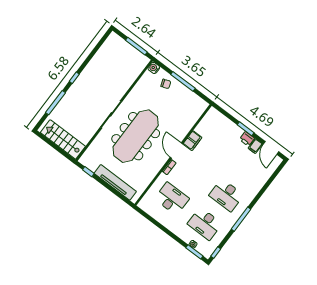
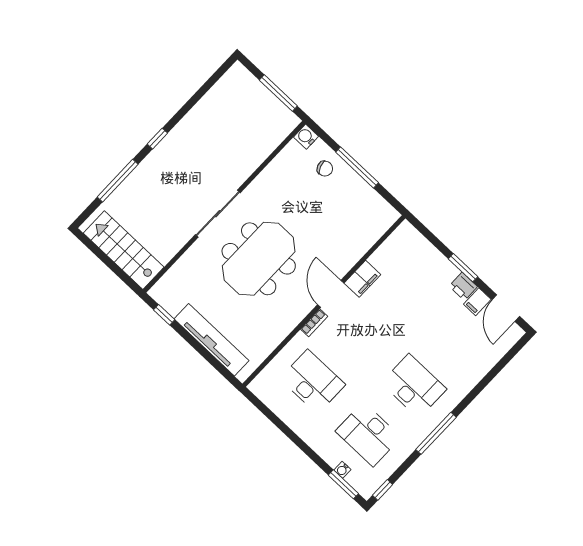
meeting table: (136, 136) -> (259, 259), width x0.73
desk: (226, 195) -> (414, 386), turned 180

